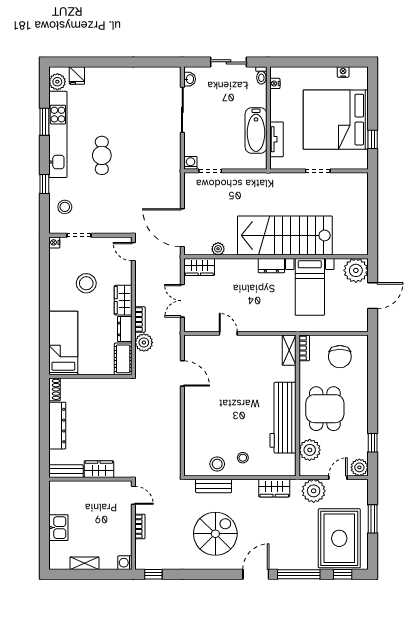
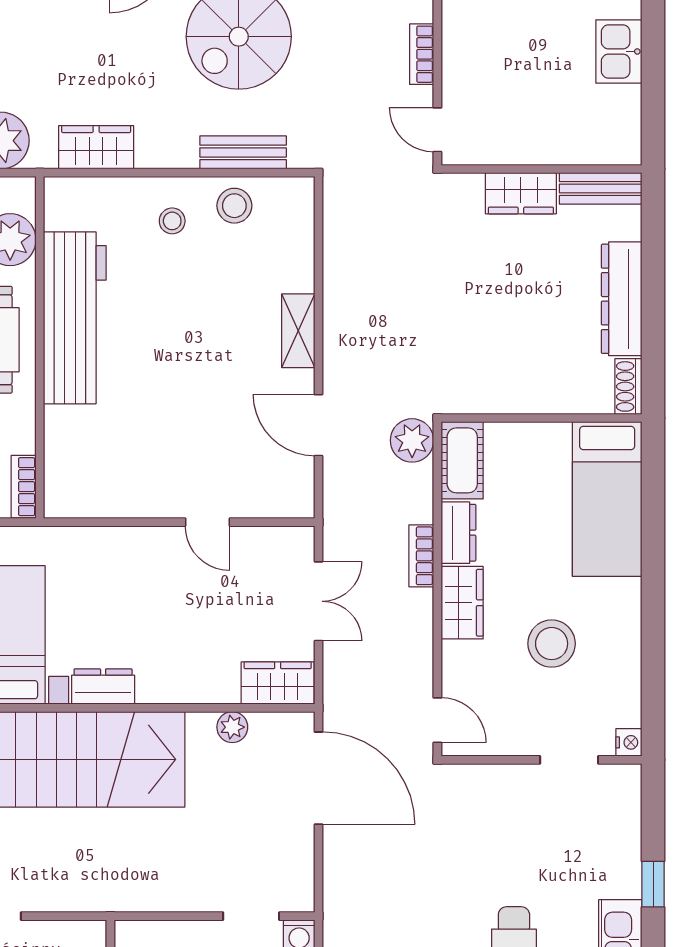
stool: (65, 207) -> (604, 829), removed
plant: (144, 342) -> (412, 440), moved
shelving: (289, 350) -> (298, 331), moved

